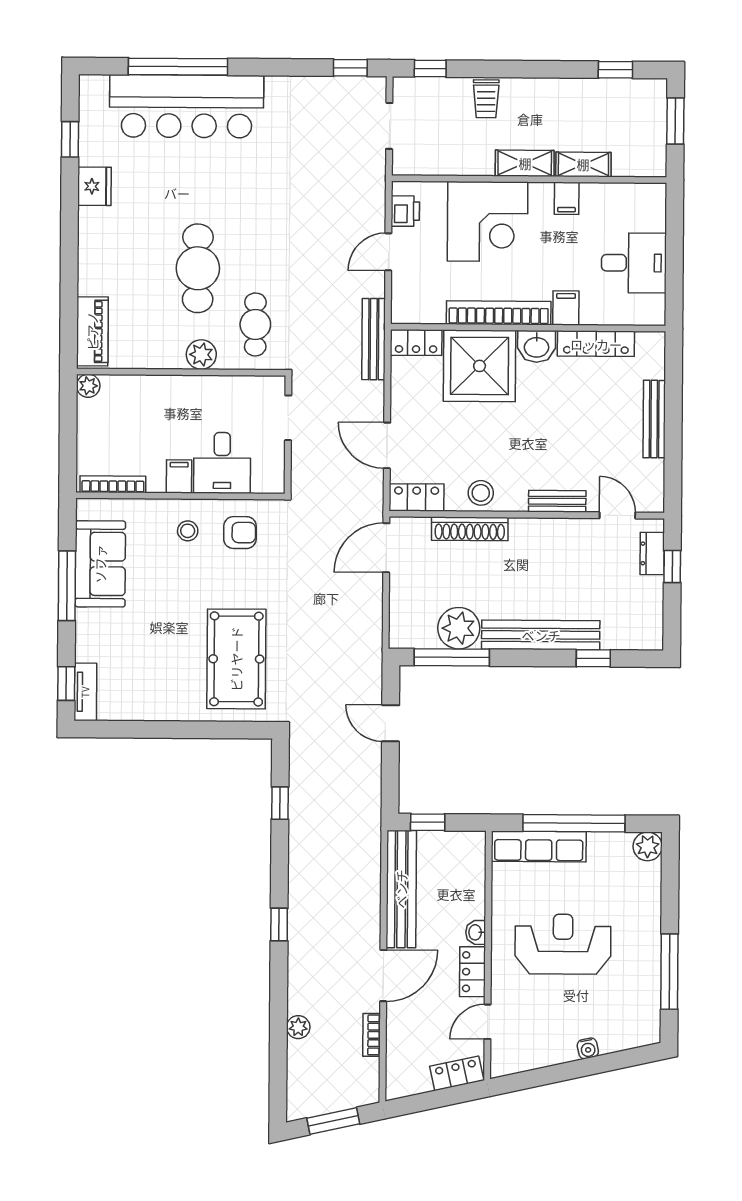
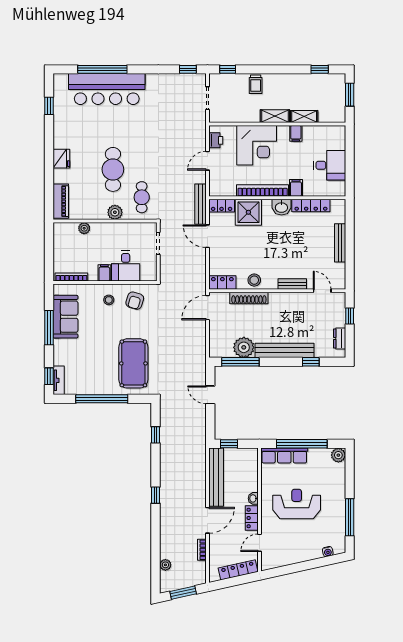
fridge: (95, 186) -> (61, 159), moved
shower: (480, 366) -> (248, 212), width x0.73, depth x0.73
plant: (88, 386) -> (84, 228), moved
door: (387, 445) -> (207, 236), moved
armchair: (240, 533) -> (135, 301), turned 107
dresser: (652, 553) -> (340, 338), moved
window: (172, 730) -> (102, 399), added
plant: (298, 1027) -> (165, 565), moved
water cooler: (588, 1048) -> (328, 552), moved
locker: (457, 1073) -> (238, 570), width x1.53

